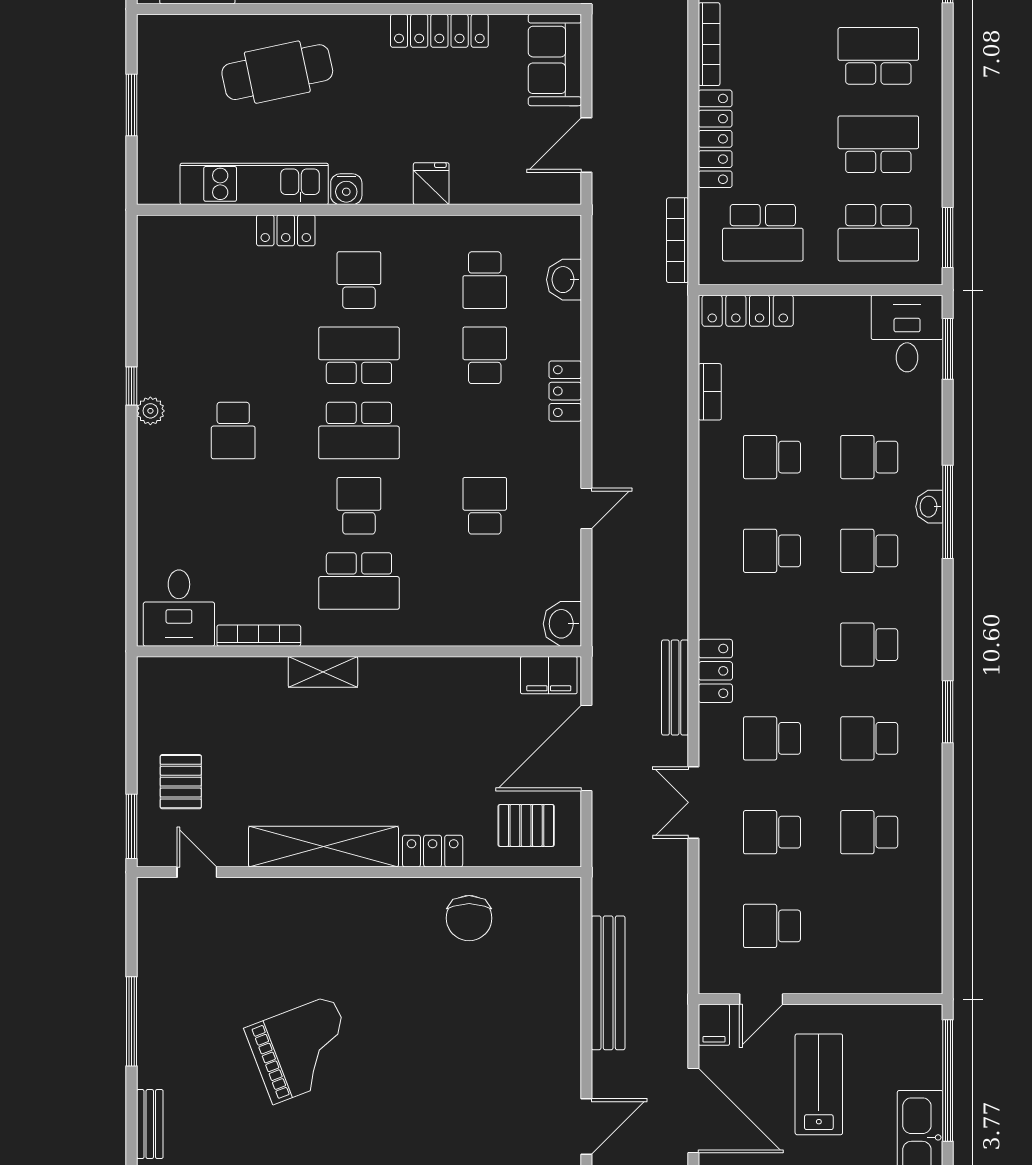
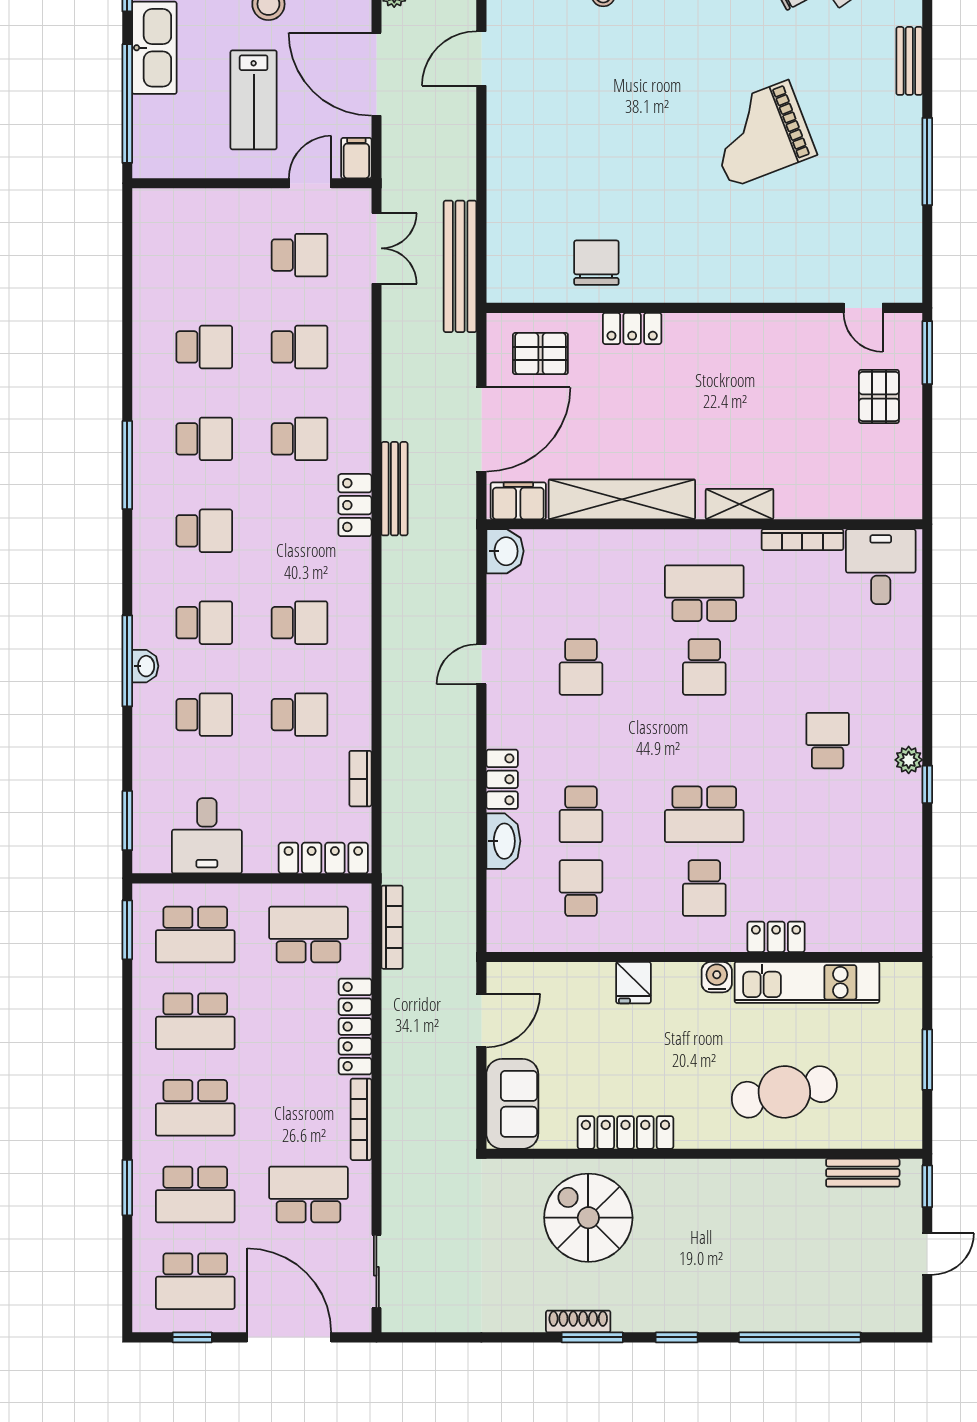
school desk: (878, 233) -> (195, 935), turned 180
washbasin: (564, 280) -> (503, 841), moved, width x1.38
desk: (907, 334) -> (207, 836), moved
school desk: (359, 431) -> (704, 741), removed
window: (948, 712) -> (127, 465), width x1.44
double door: (693, 802) -> (376, 248), moved
shelving: (323, 847) -> (622, 499), moved
bench: (608, 983) -> (460, 266), moved

